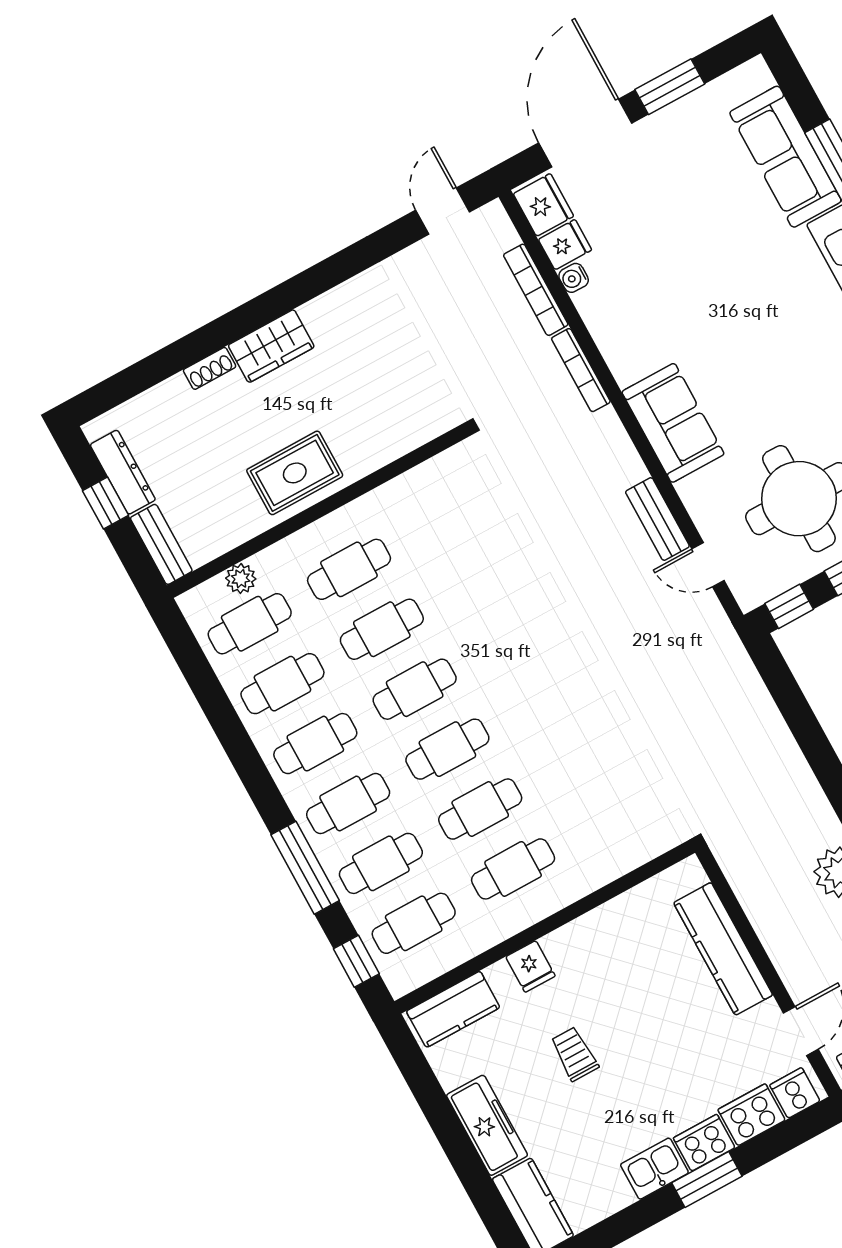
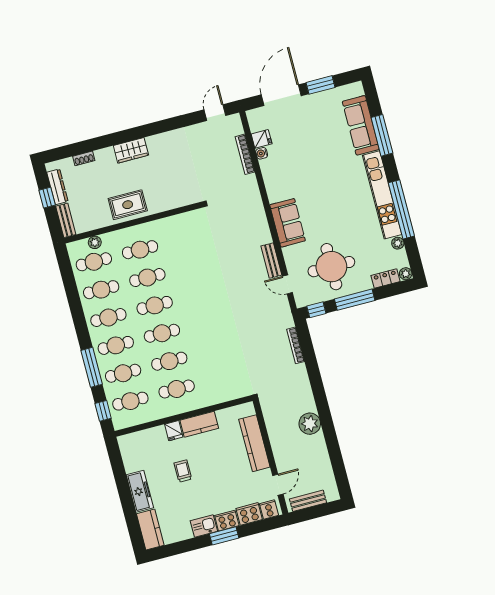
fridge: (543, 205) -> (257, 120), removed
shoe rack: (210, 368) -> (84, 158), moved
bookcase: (581, 370) -> (296, 345), moved
kitchen counter: (453, 1009) -> (199, 424), moved

